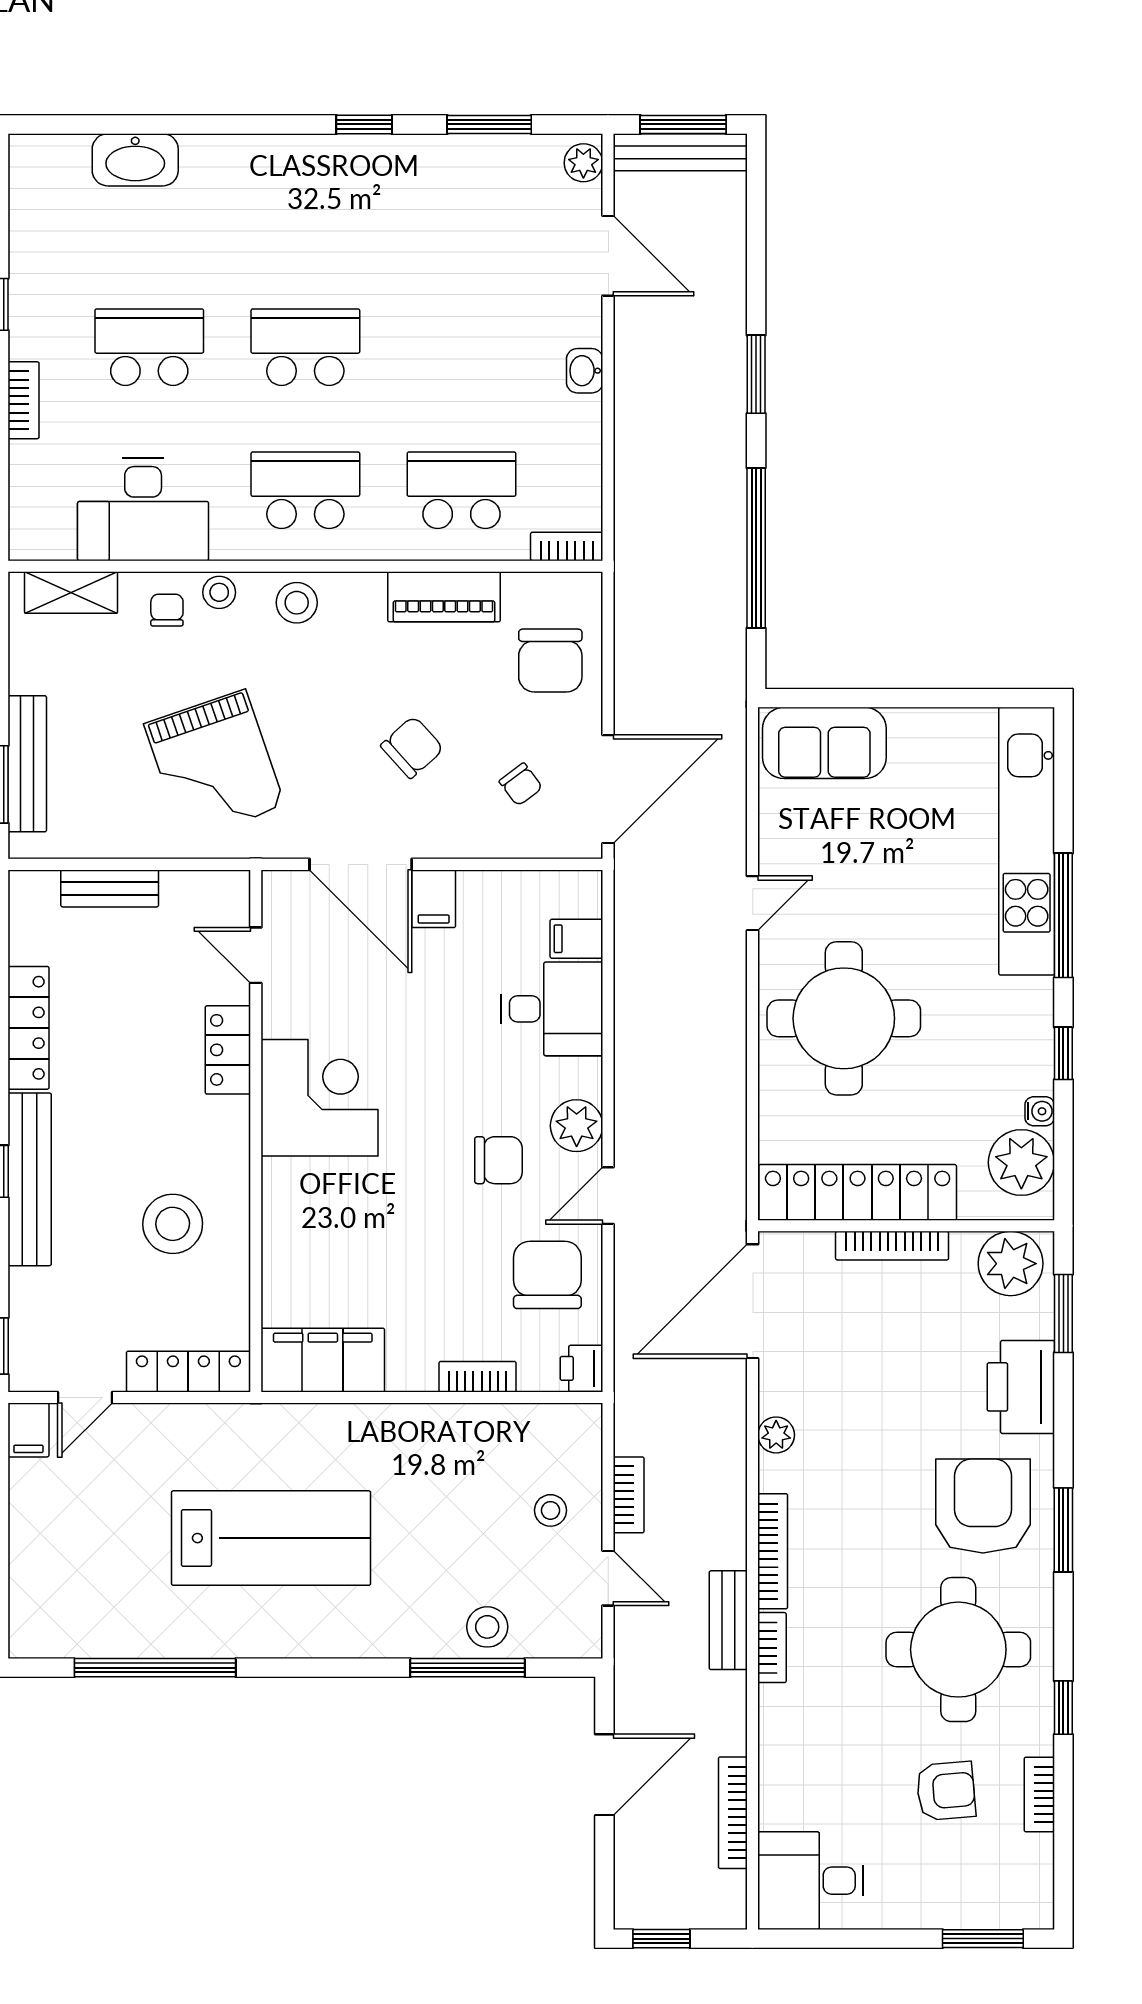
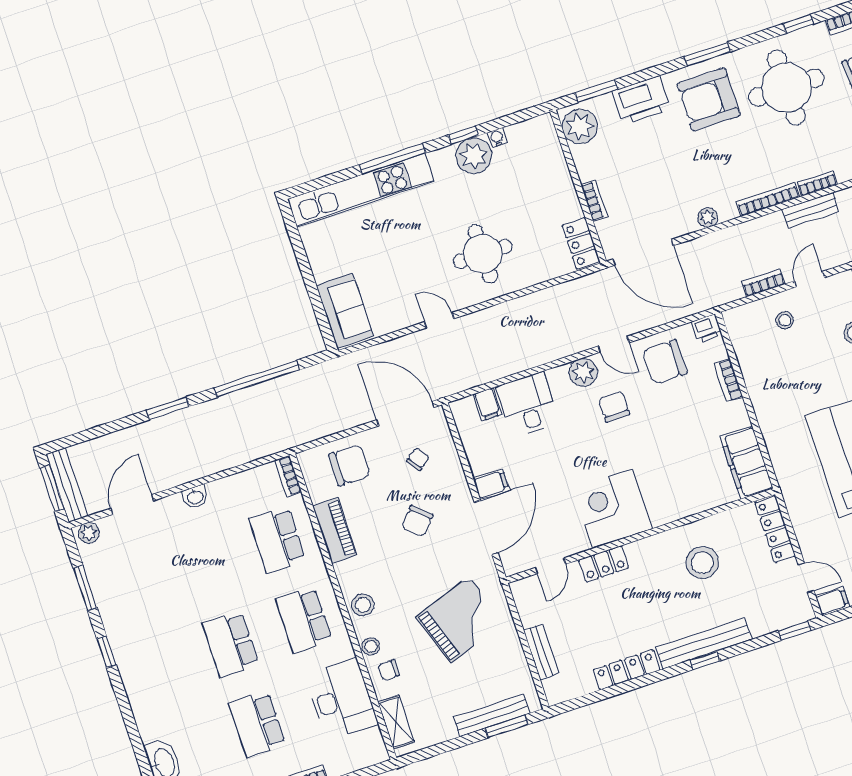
chair: (412, 747) -> (417, 521), turned -96
round table: (844, 1018) -> (483, 254), width x0.73, depth x0.73
plant: (1021, 1162) -> (474, 156), moved
locker: (858, 1192) -> (581, 243), width x0.46, depth x0.83
bookcase: (892, 1246) -> (594, 201), width x0.64

